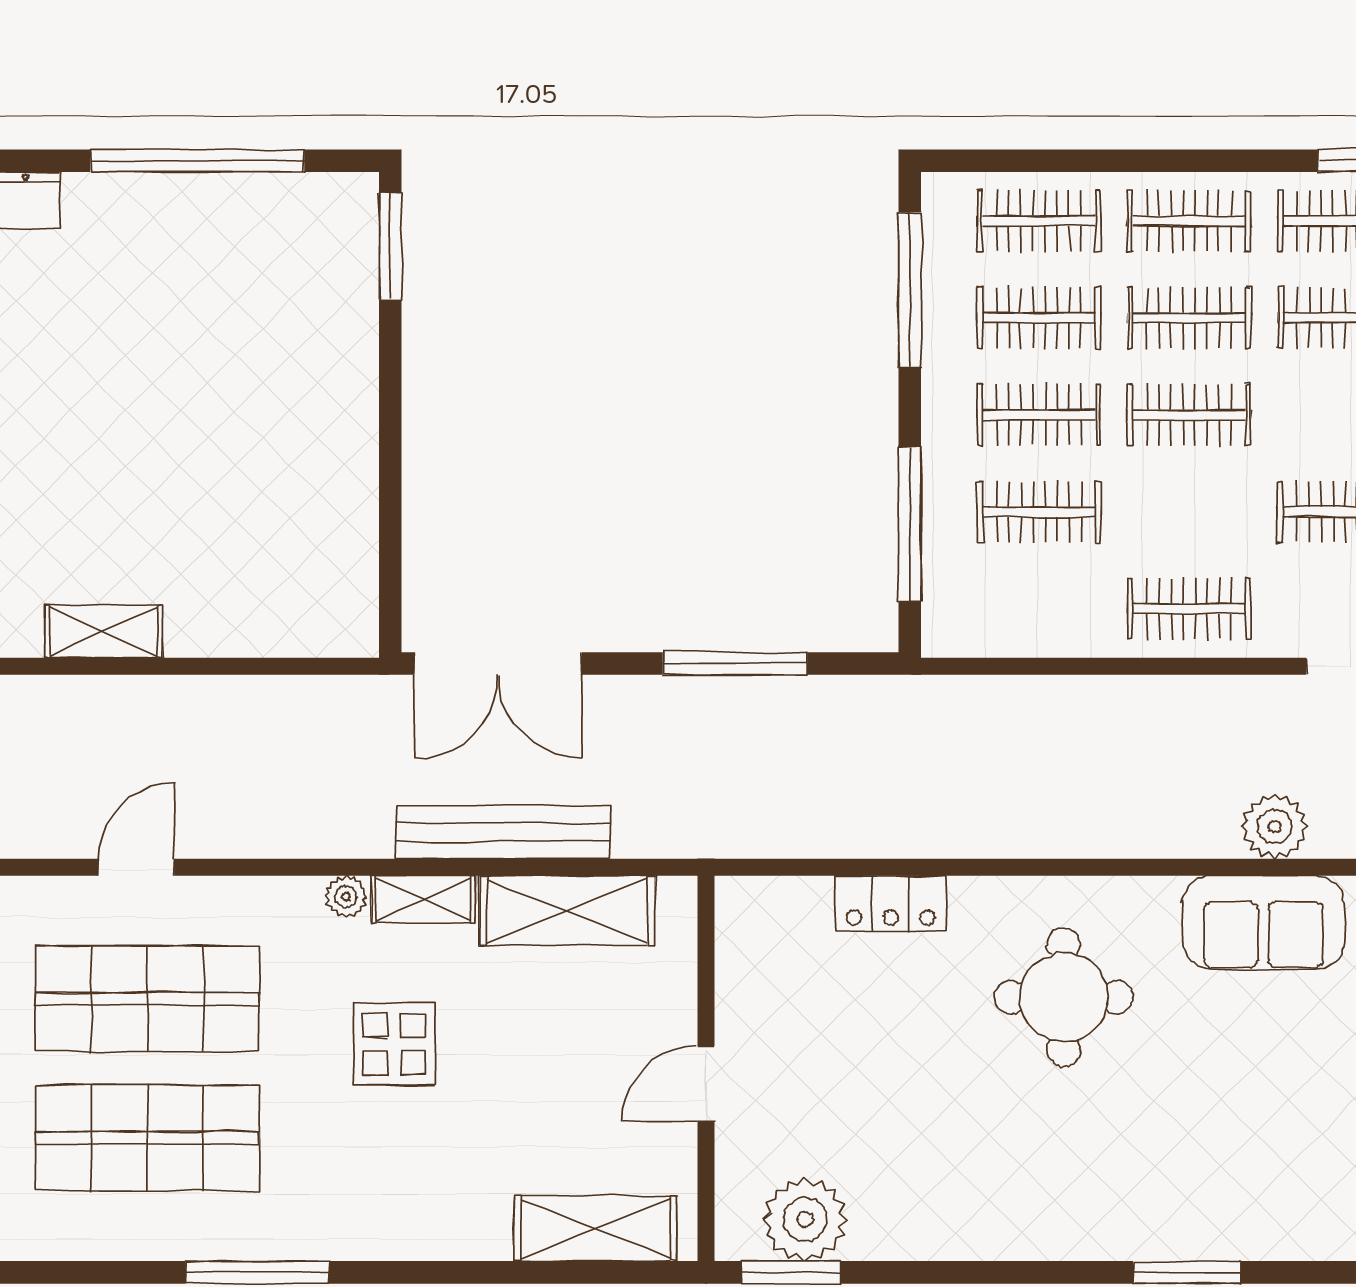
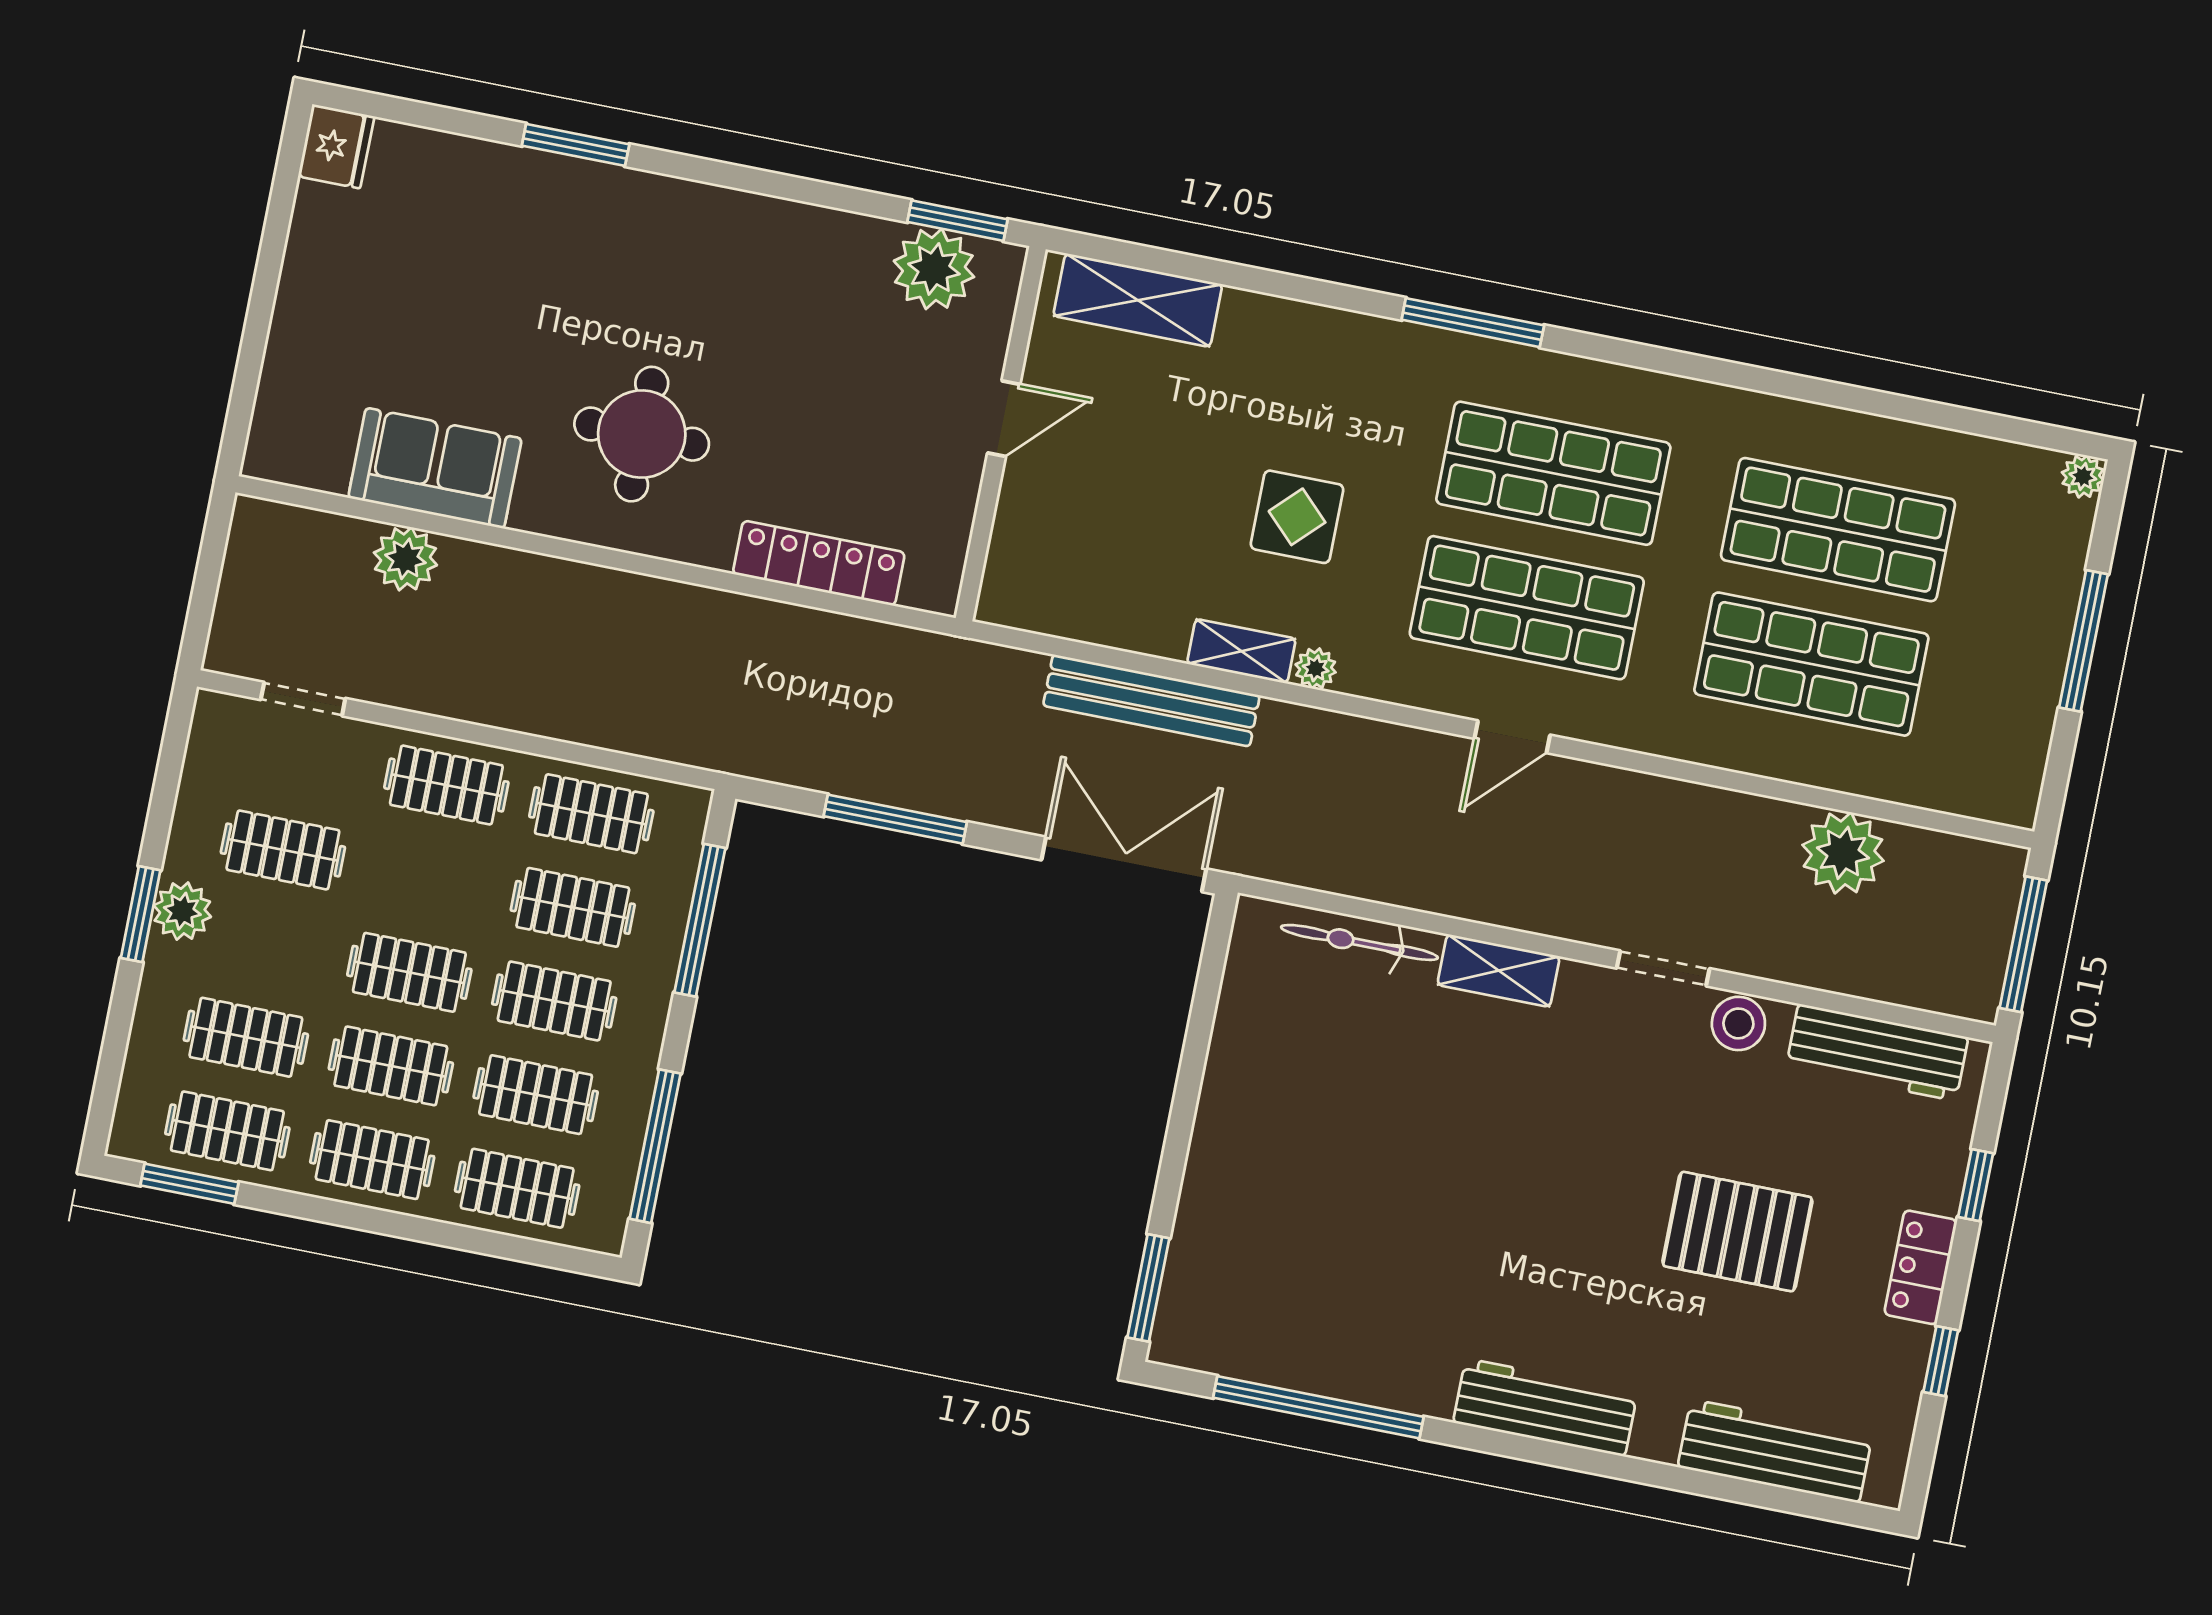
clothes rail: (1039, 609) -> (591, 814), added
bicycle: (248, 632) -> (1359, 942), added
locker: (891, 904) -> (819, 563), width x1.53
shelving: (567, 911) -> (1105, 613), removed

